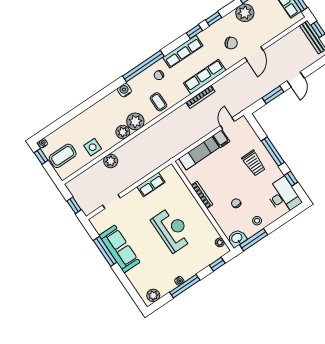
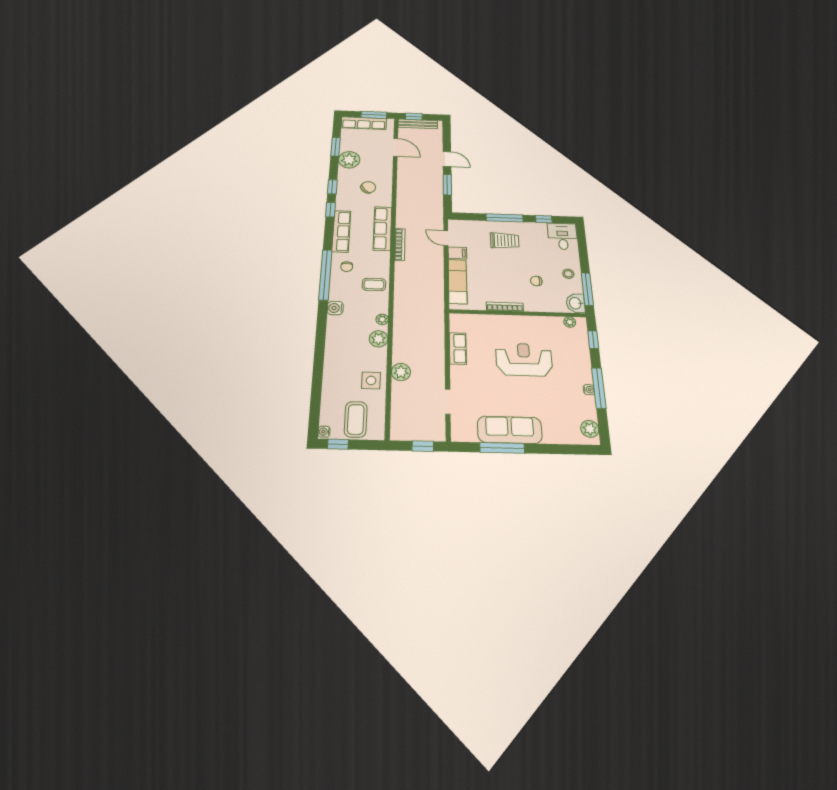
door: (254, 54) -> (395, 147), moved
plant: (135, 121) -> (382, 319), width x0.53, depth x0.53
desk: (283, 196) -> (563, 236), width x0.73

